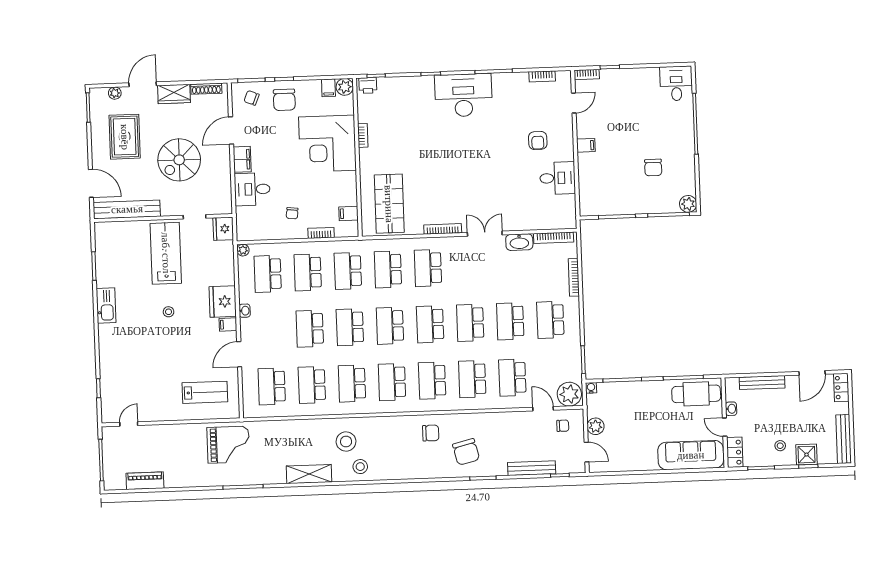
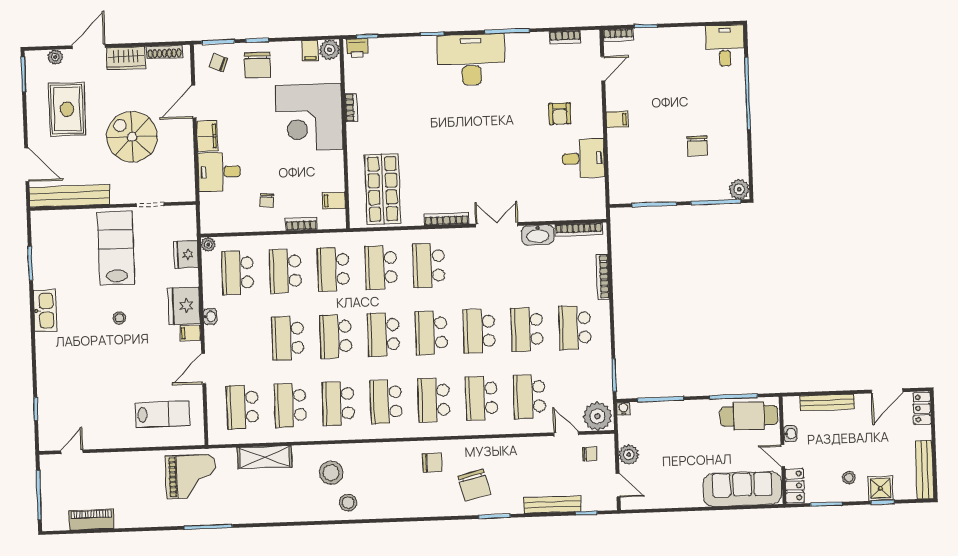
spiral stairs: (179, 160) -> (132, 137), turned 90
fridge: (223, 229) -> (186, 254), moved
shelving: (309, 474) -> (264, 457), moved

